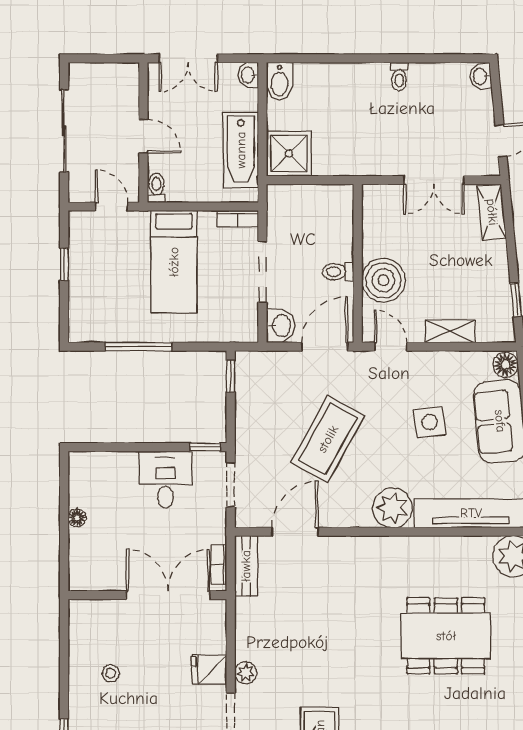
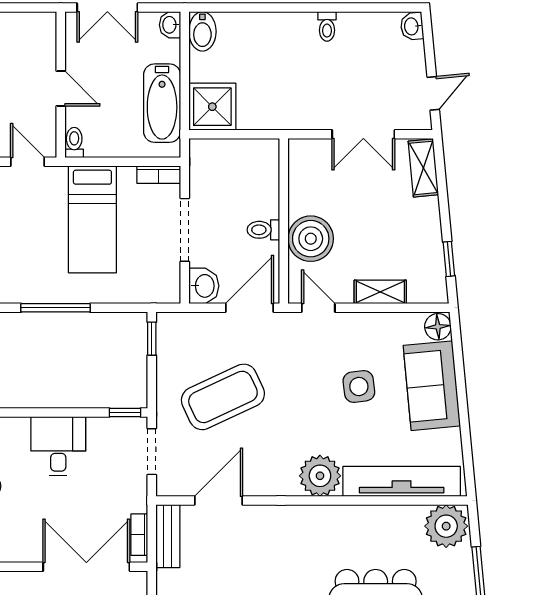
coffee table: (328, 439) -> (223, 397), moved, turned 36
desk: (165, 480) -> (58, 446), moved

